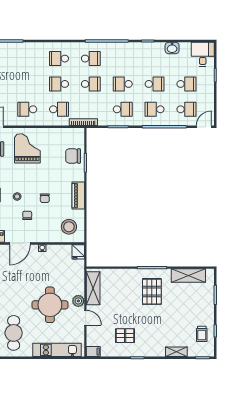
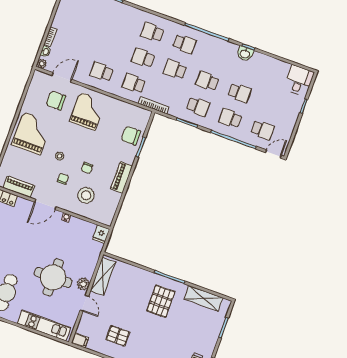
washbasin: (172, 48) -> (245, 54), moved
school desk: (91, 84) -> (175, 69), turned 180
school desk: (186, 84) -> (272, 104), removed
school desk: (59, 109) -> (134, 83), turned 180
stool: (69, 227) -> (86, 195), moved

